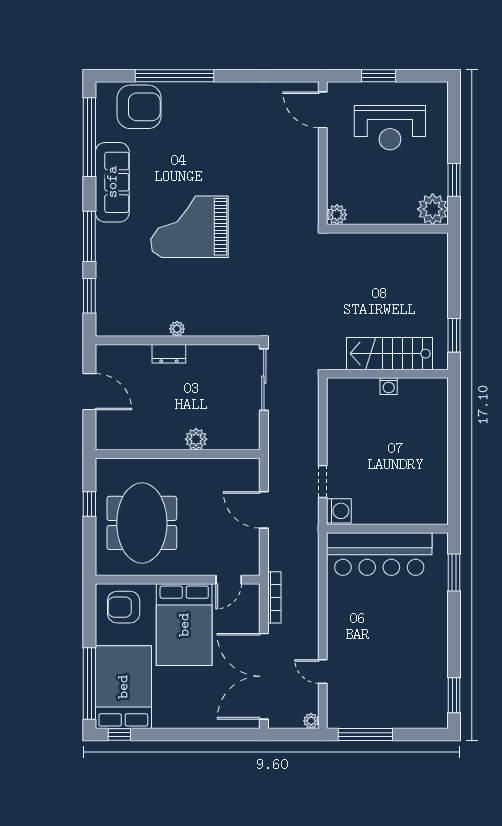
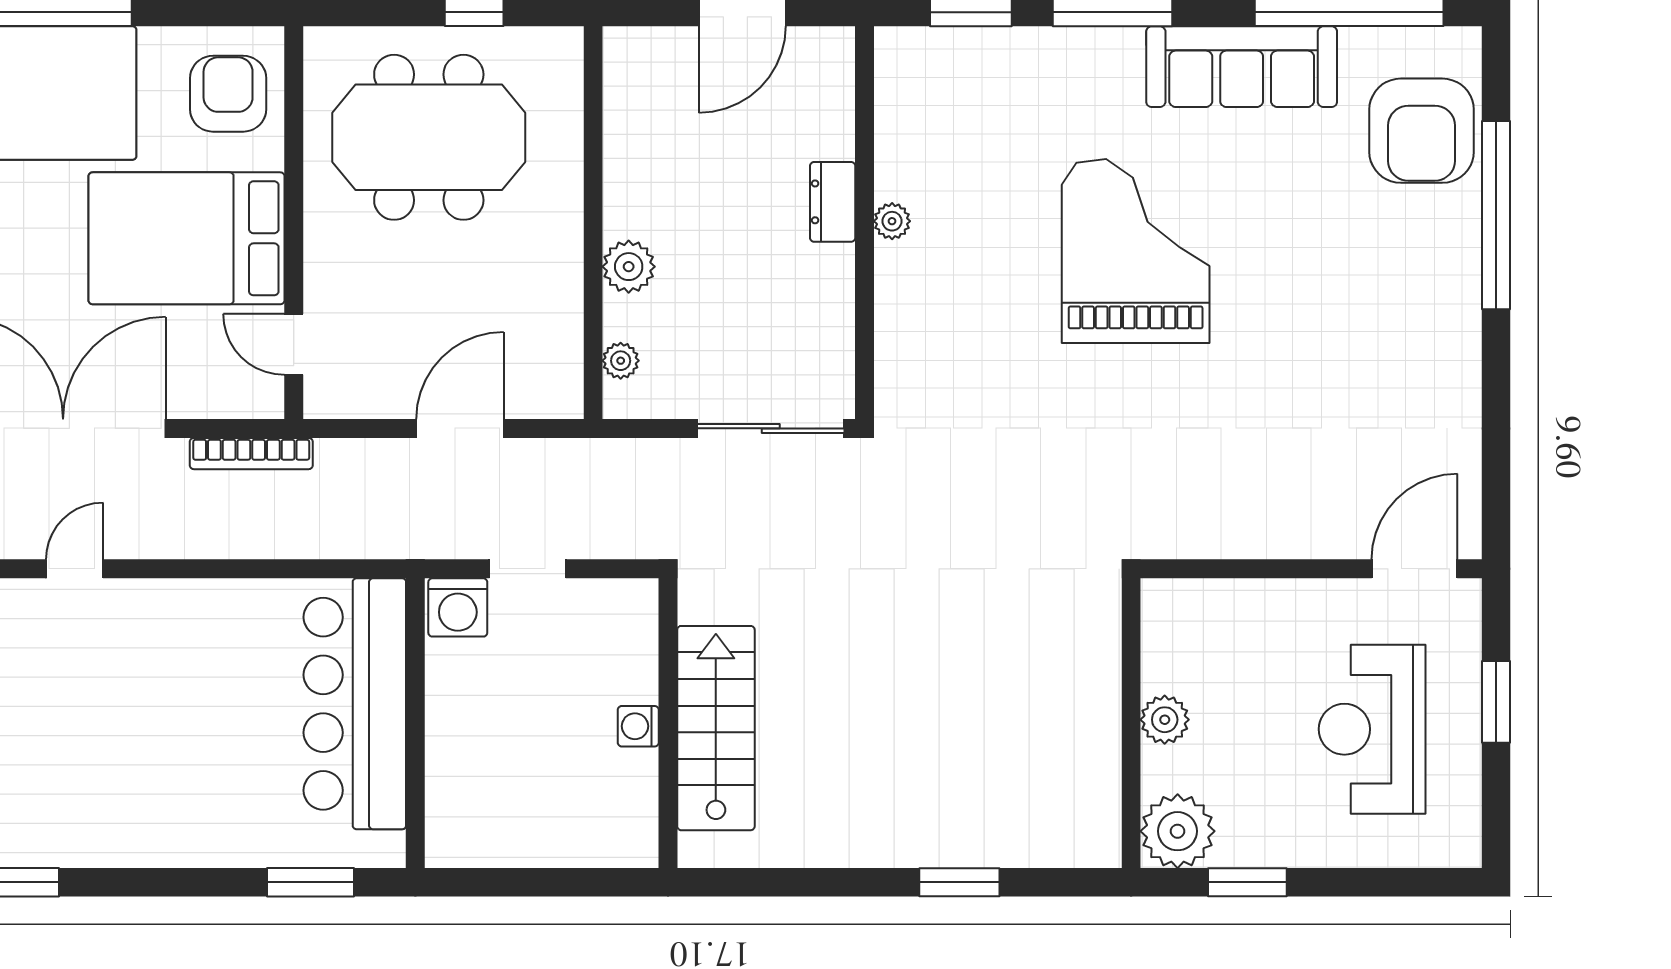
plant: (337, 215) -> (1165, 720), moved
window: (454, 335) -> (959, 882), moved
stairs: (389, 354) -> (716, 728), moved
wall: (387, 374) -> (668, 723), moved
washing machine: (389, 386) -> (638, 726), moved
plant: (235, 443) -> (621, 361), added

